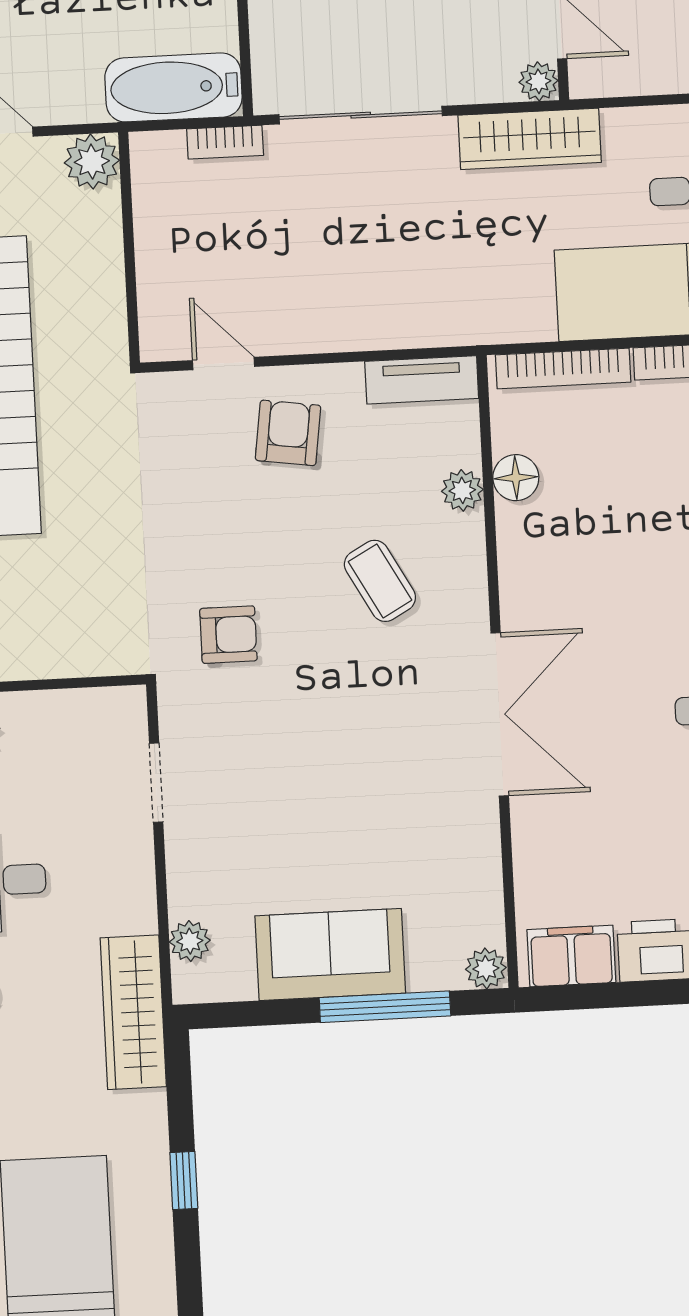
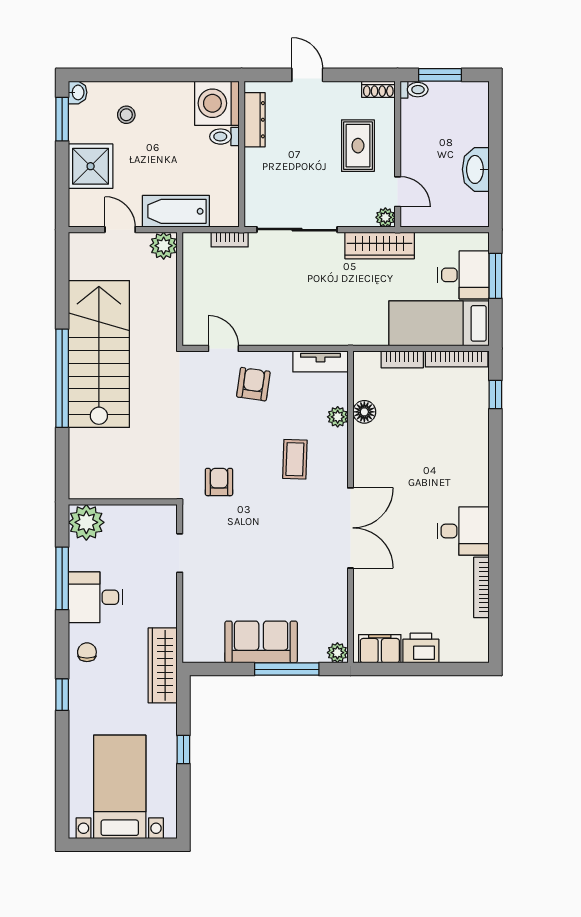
bathtub: (173, 87) -> (176, 211), moved
bookcase: (563, 368) -> (402, 359), width x0.64
coffee table: (380, 581) -> (295, 459), turned 31
armchair: (228, 635) -> (219, 482), turned -90
plant: (190, 941) -> (192, 632), removed

